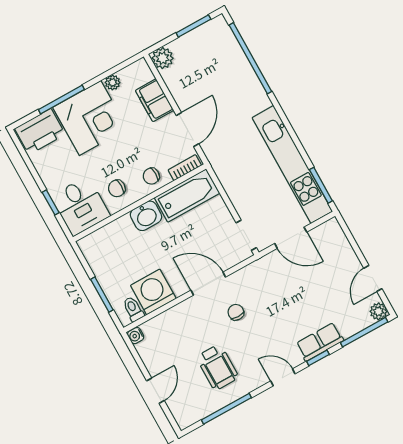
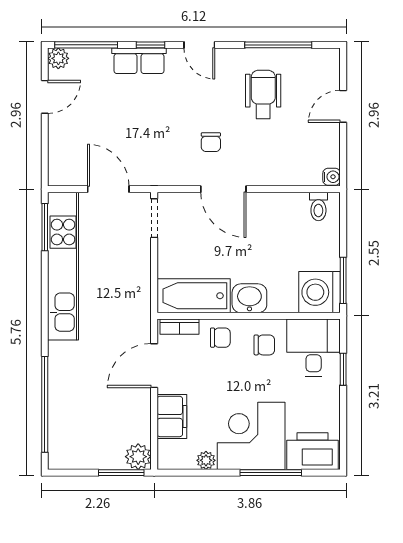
window: (193, 26) -> (121, 473), moved
washing machine: (153, 292) -> (319, 292), moved, turned 90
window: (102, 295) -> (343, 280), moved

